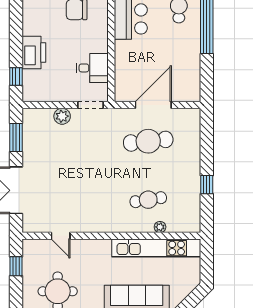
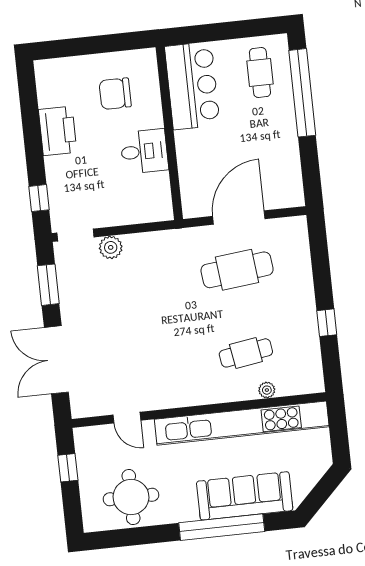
printer: (34, 52) -> (58, 131), moved
desk: (92, 68) -> (144, 151), moved
doorway: (91, 105) -> (76, 235), moved
kitchen unit: (156, 248) -> (242, 423), width x1.36

